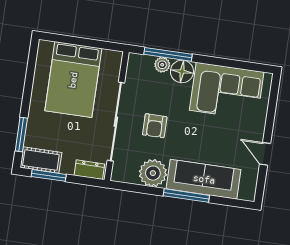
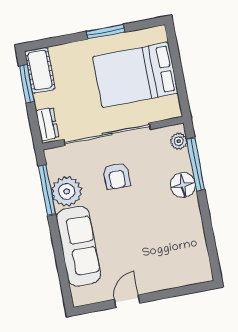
plant: (162, 65) -> (179, 141), moved
corner sofa: (227, 91) -> (179, 239), removed
armchair: (155, 126) -> (117, 176), turned -90
window: (21, 134) -> (106, 32), moved
window: (186, 196) -> (47, 190), moved

